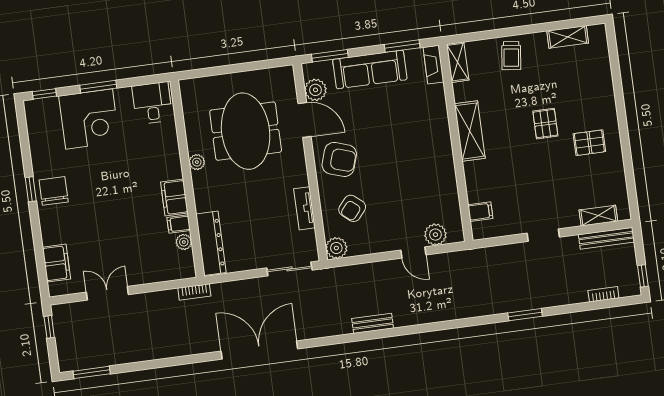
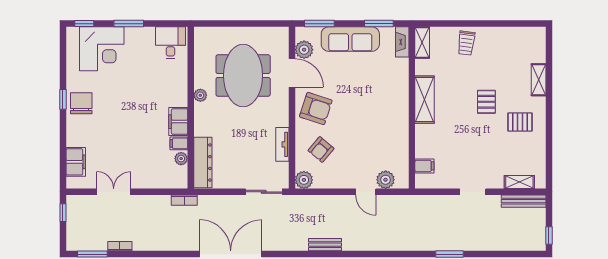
shelving: (568, 37) -> (539, 80), moved, turned 90
corner desk: (89, 119) -> (102, 49), moved
bookcase: (603, 294) -> (120, 246), moved

